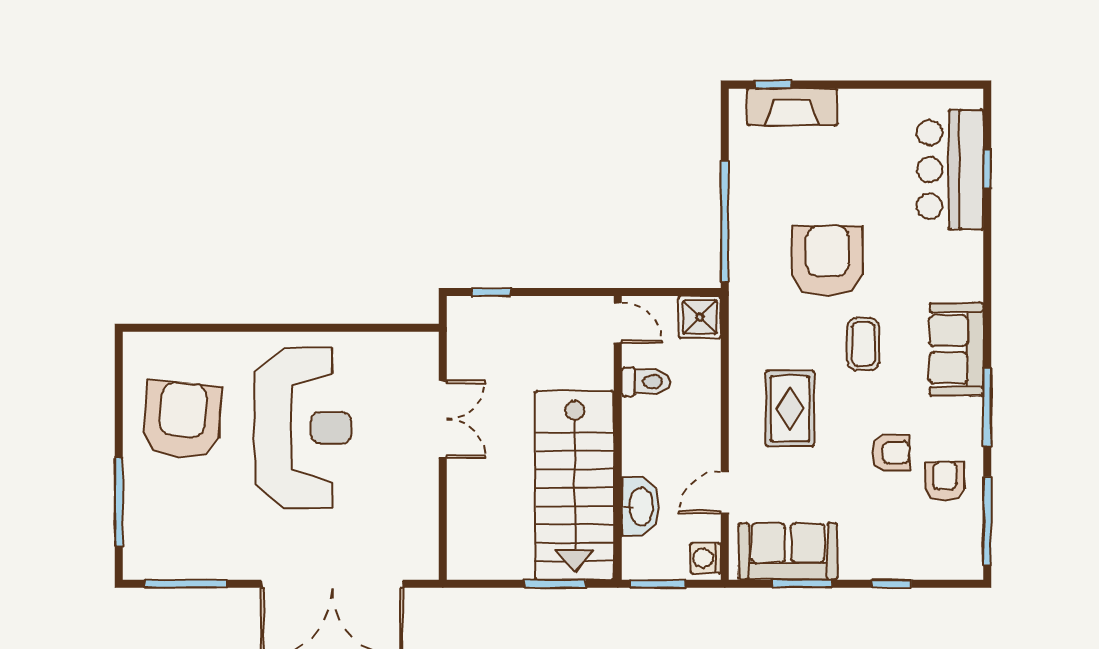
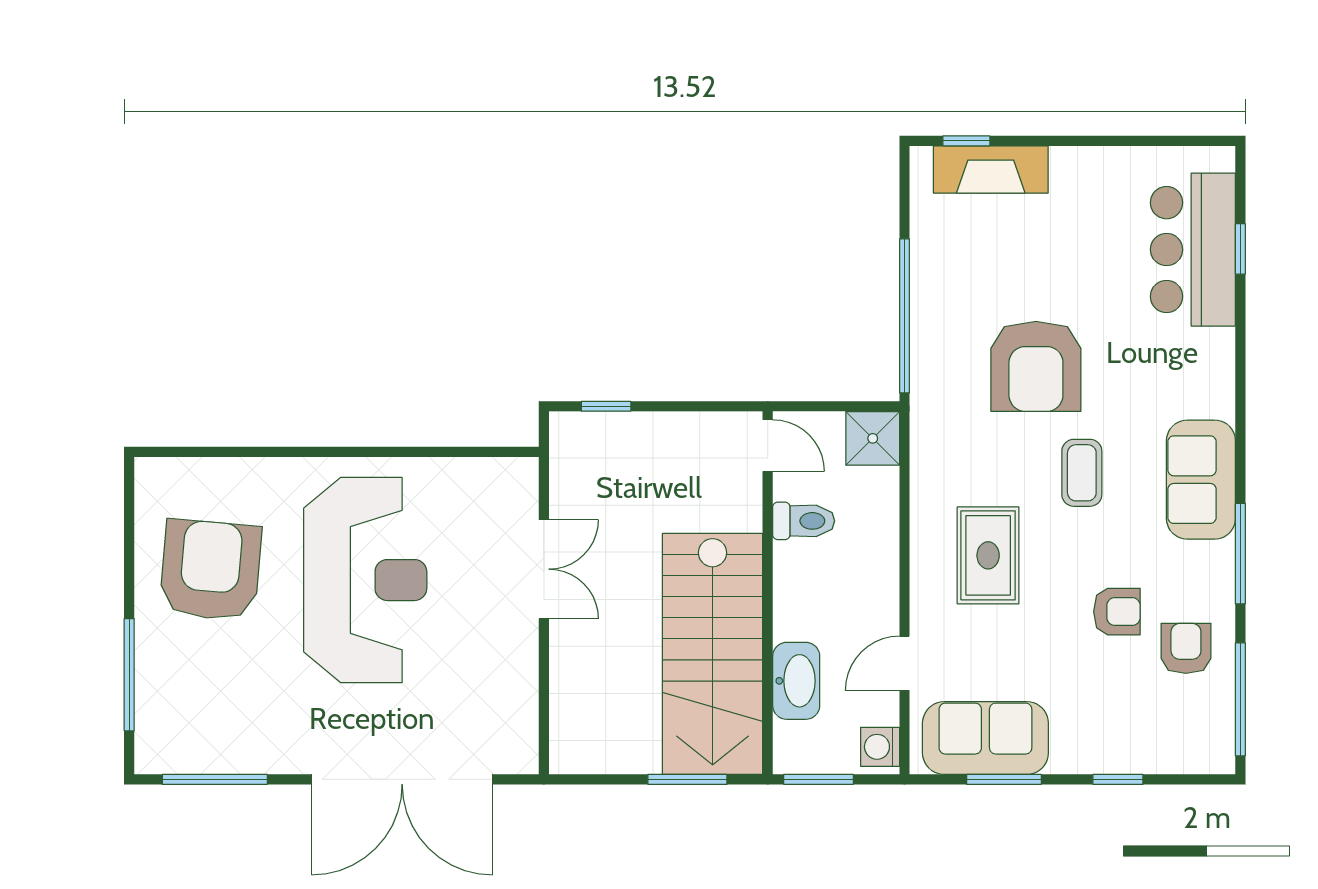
armchair: (827, 261) -> (1036, 366), turned 180

